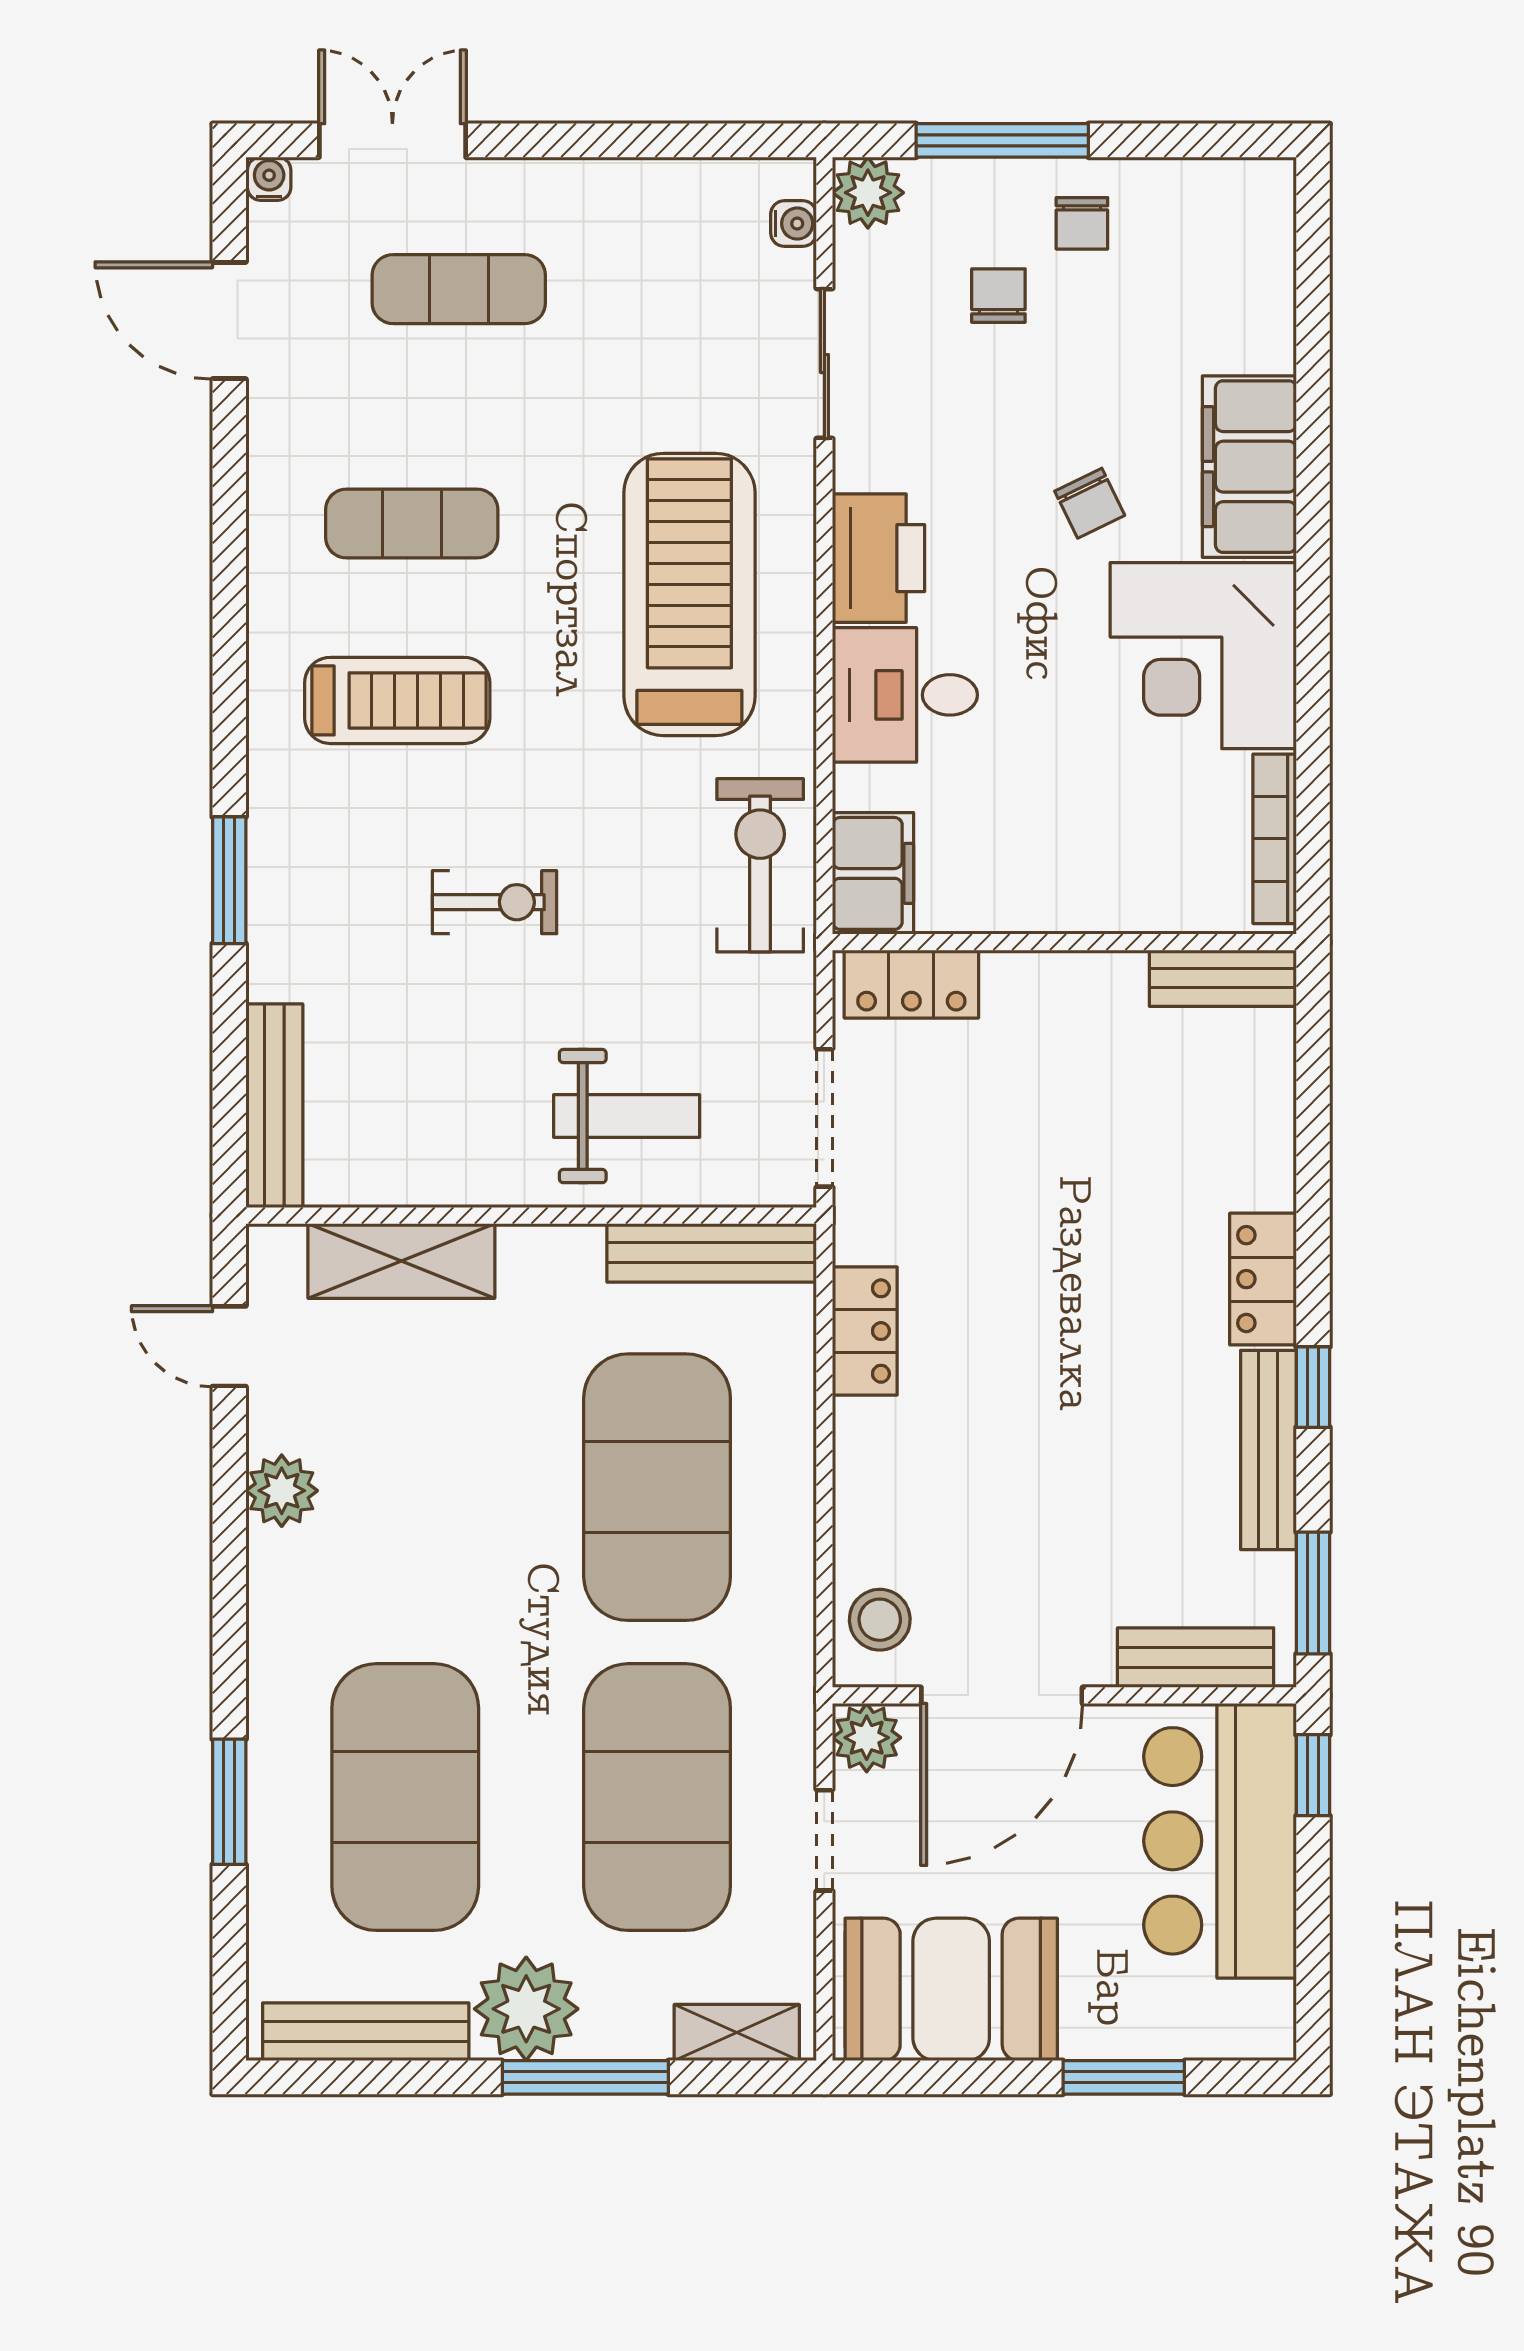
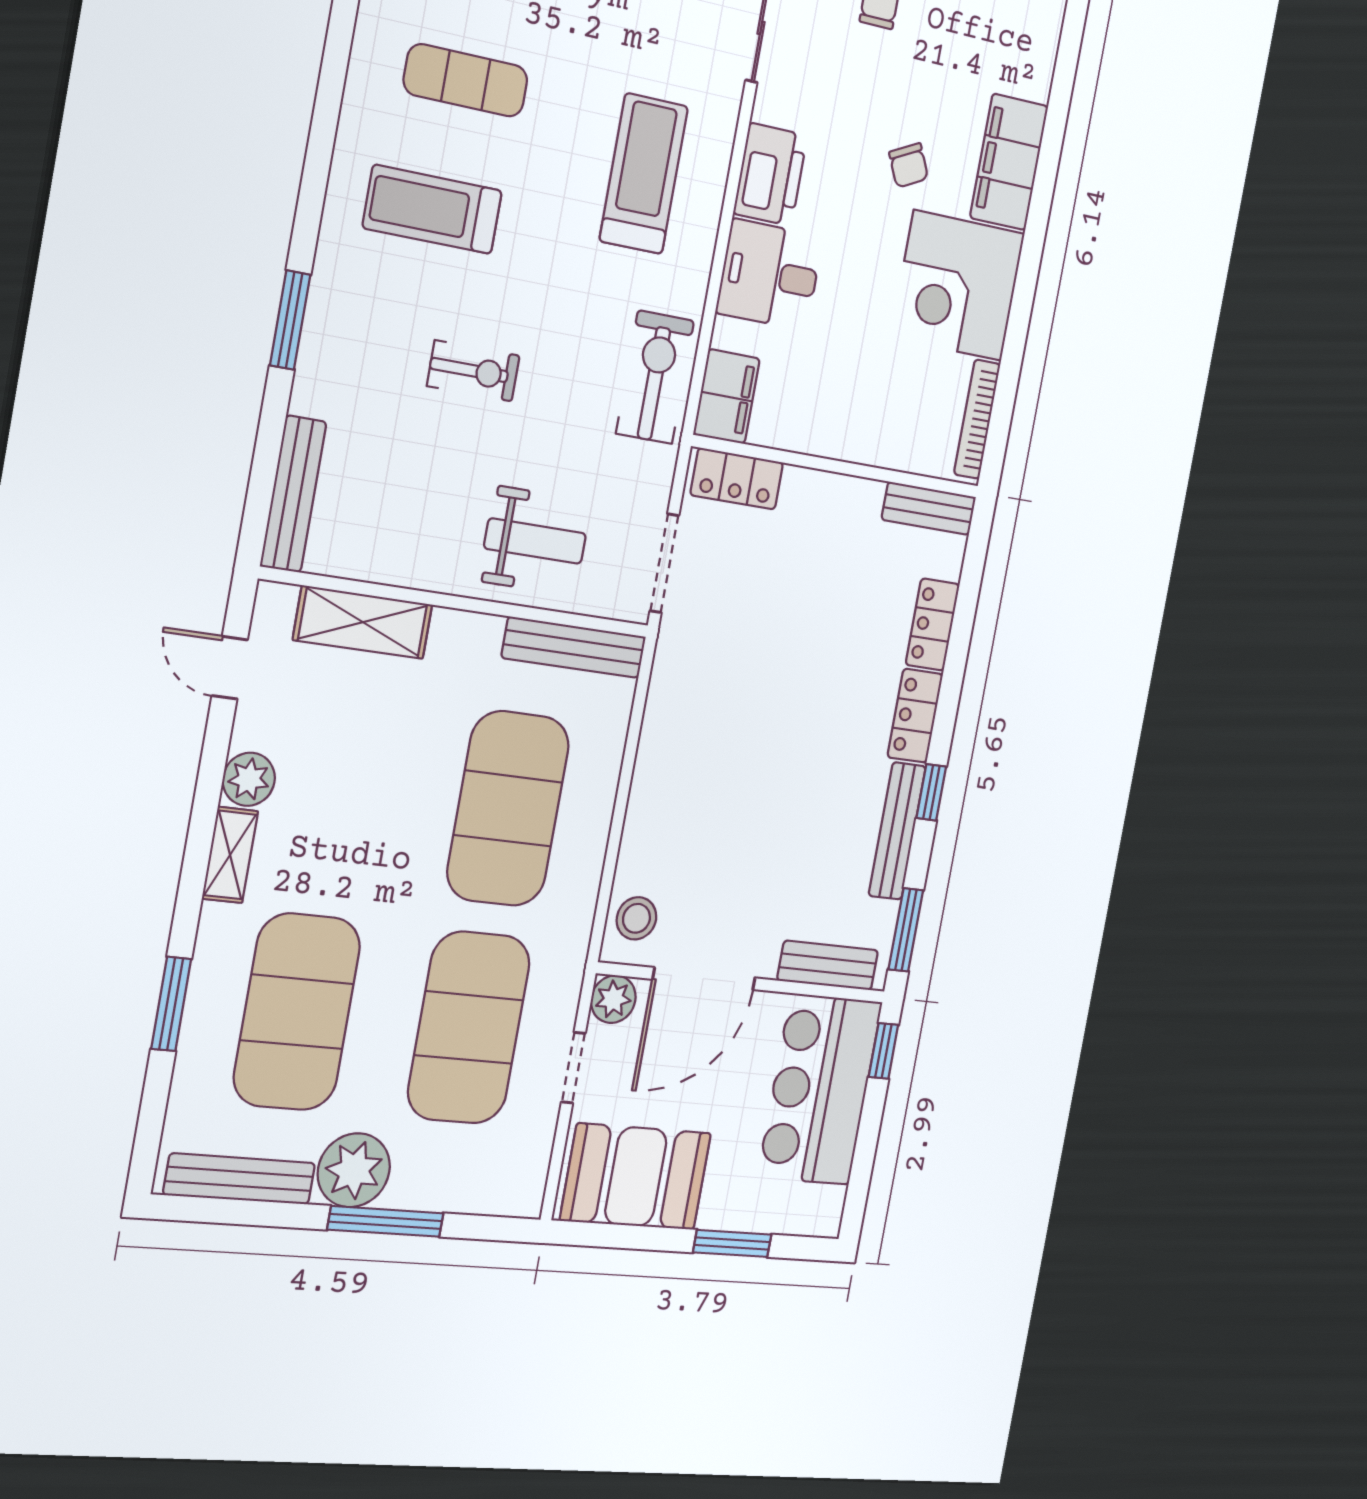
treadmill: (689, 594) -> (644, 174), width x0.73, depth x0.73
treadmill: (397, 700) -> (432, 209), turned 180
locker: (865, 1331) -> (933, 625), moved, turned 180
shelving: (737, 2033) -> (230, 855), moved, turned 90

